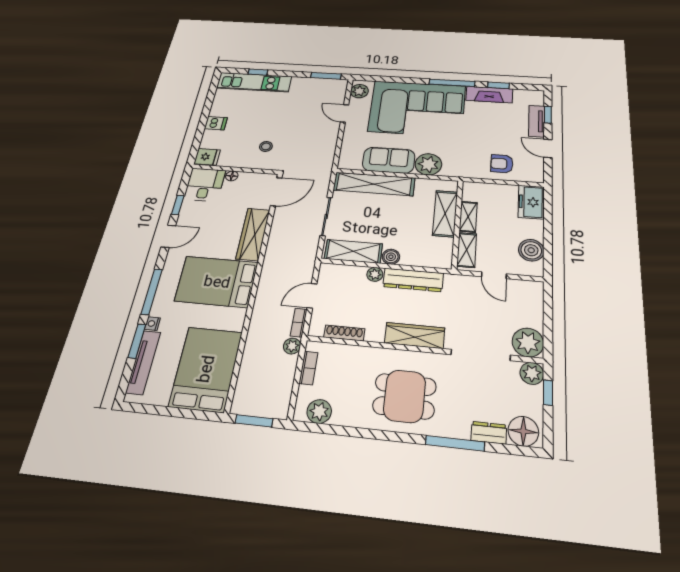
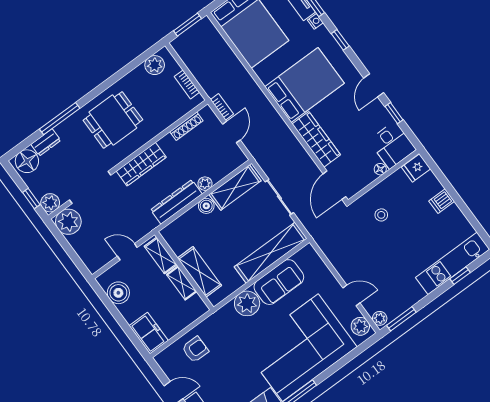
window: (152, 292) -> (340, 40), width x0.46
plant: (292, 346) -> (380, 318), moved

